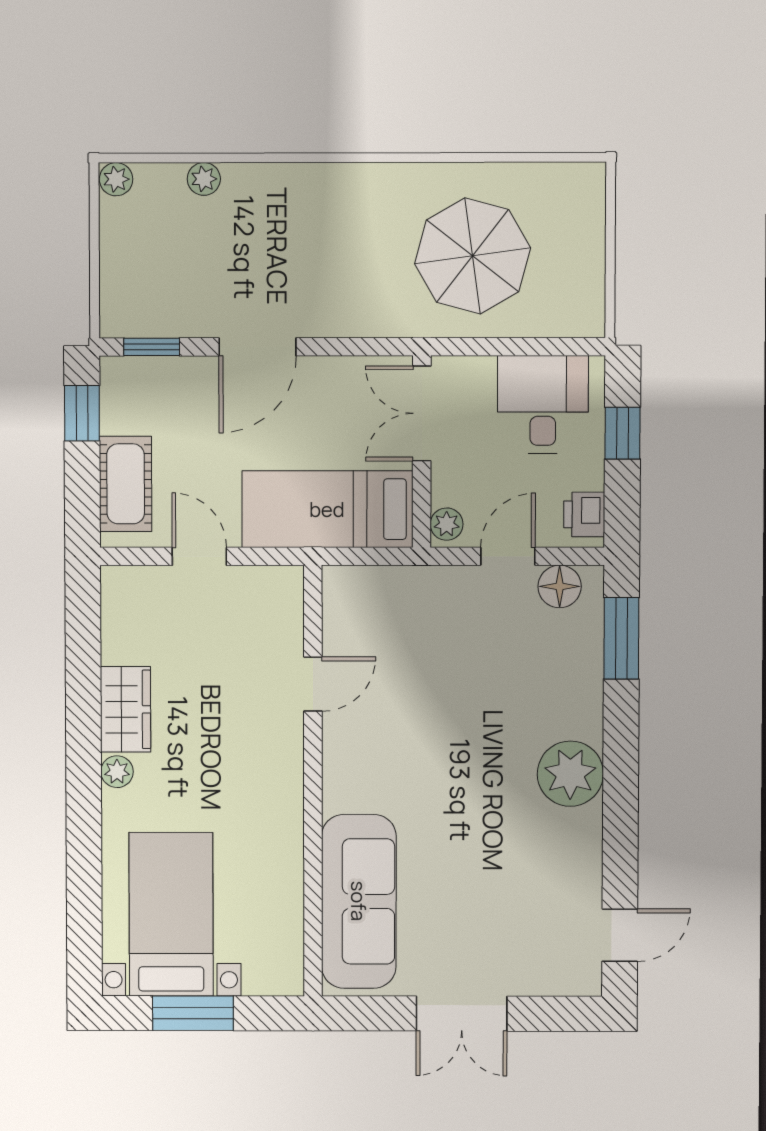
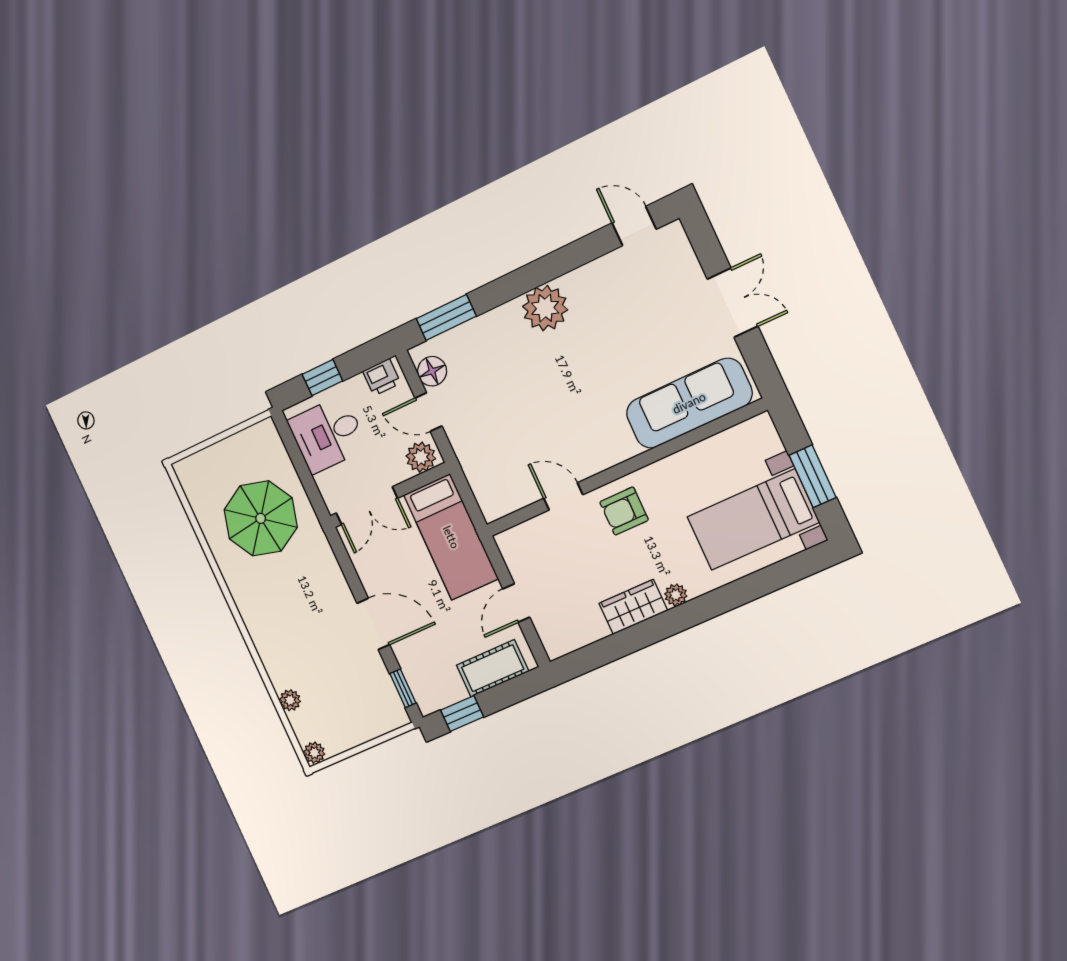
plant: (447, 524) -> (421, 457), width x1.38, depth x1.38
armchair: (257, 755) -> (624, 511), added

